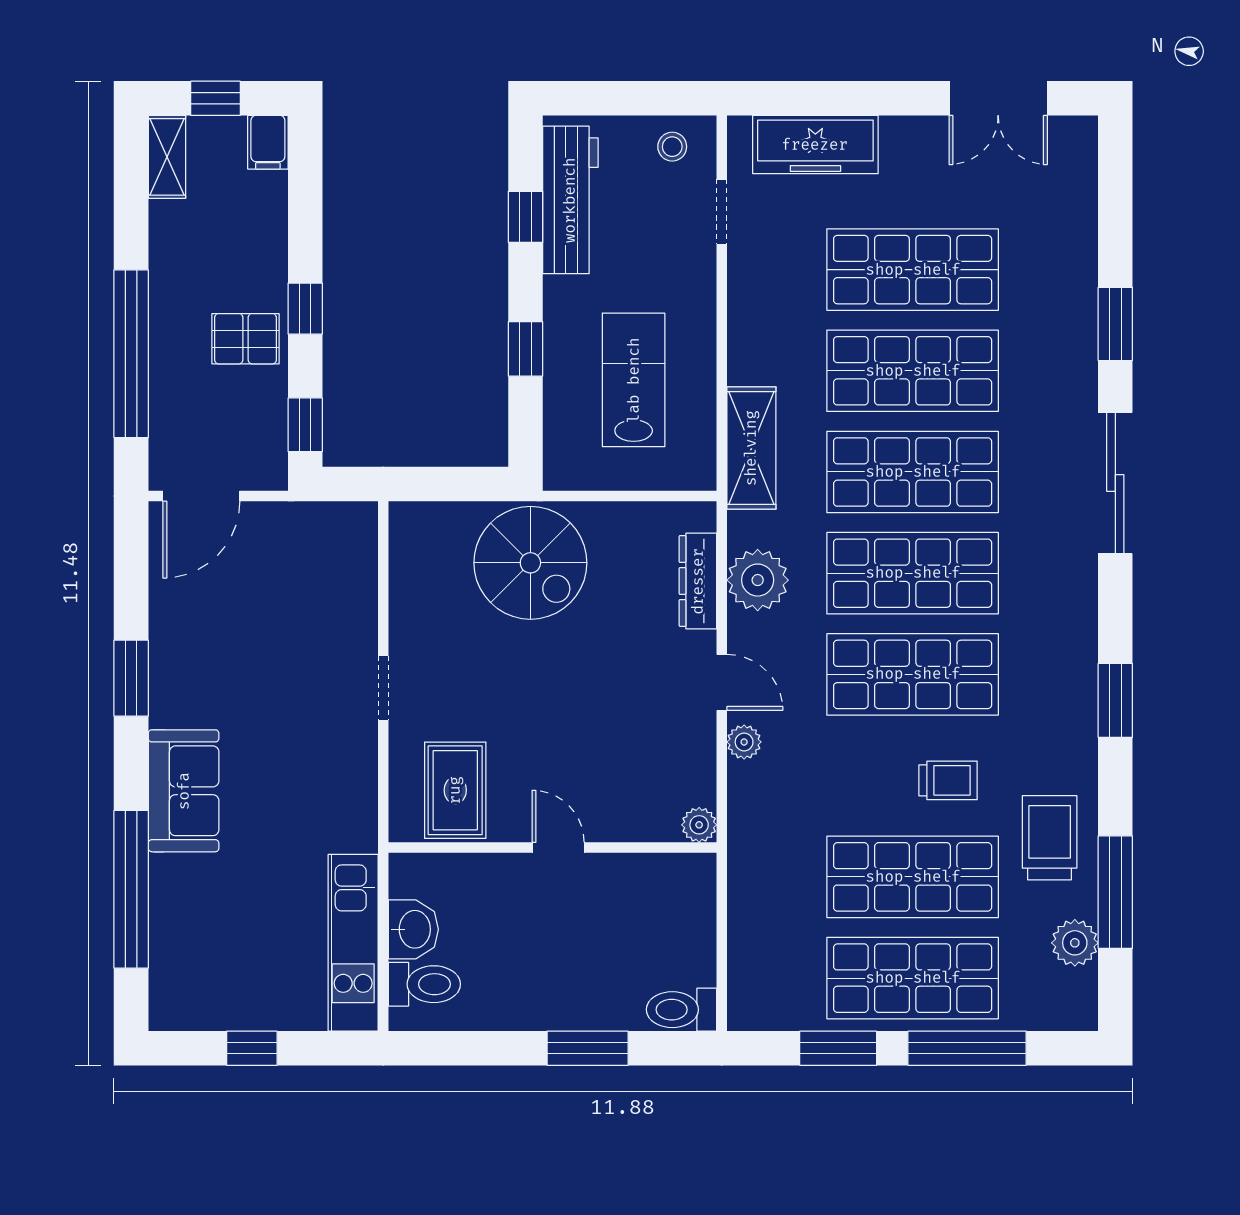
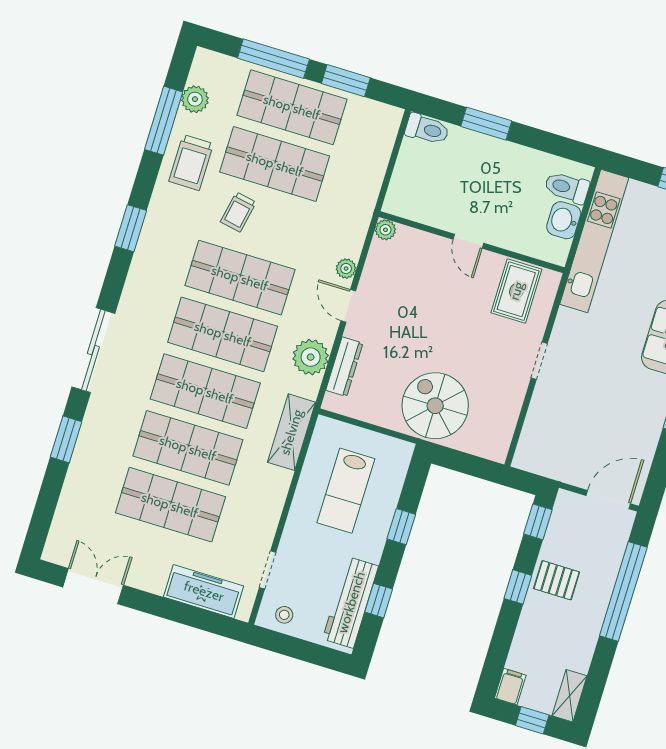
trolley: (948, 780) -> (238, 212), turned -79
kitchen unit: (353, 943) -> (594, 241), width x1.36

